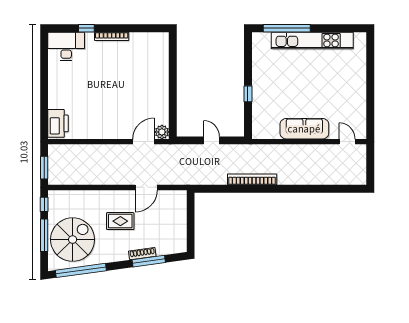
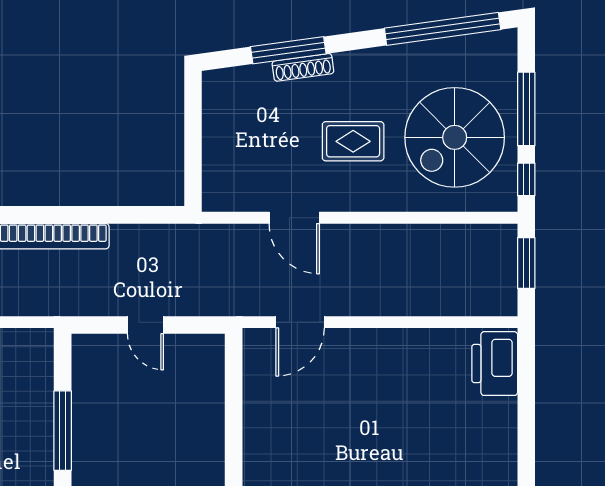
window: (248, 94) -> (63, 431), width x2.17
plant: (162, 132) -> (258, 344), removed
door: (146, 187) -> (294, 218), swing flipped
spiral stairs: (73, 240) -> (455, 137), moved

